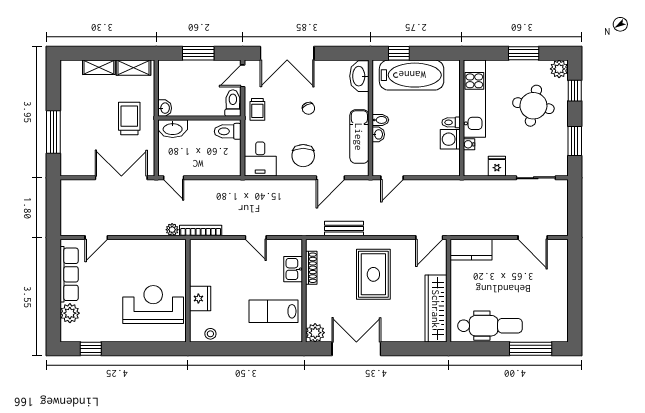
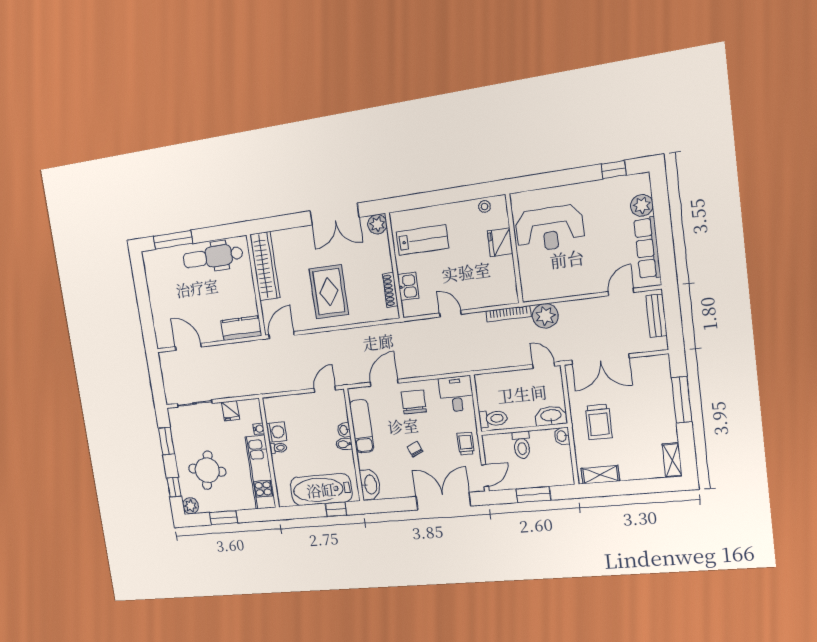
shelving: (99, 67) -> (672, 460), moved, turned 90
toilet: (233, 103) -> (522, 445), moved
bench: (344, 229) -> (656, 316), moved, turned 90
plant: (172, 230) -> (545, 316), width x1.88, depth x1.88

